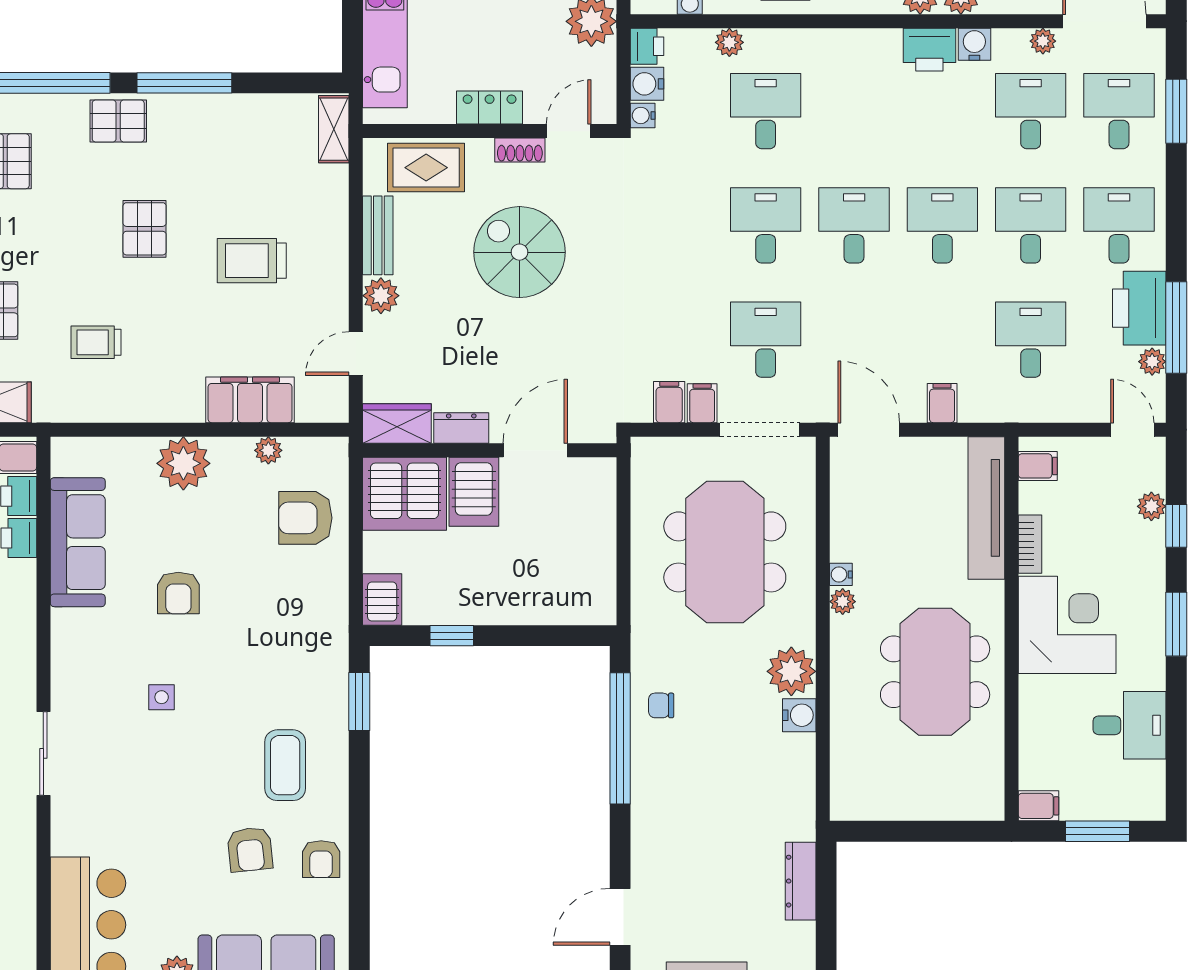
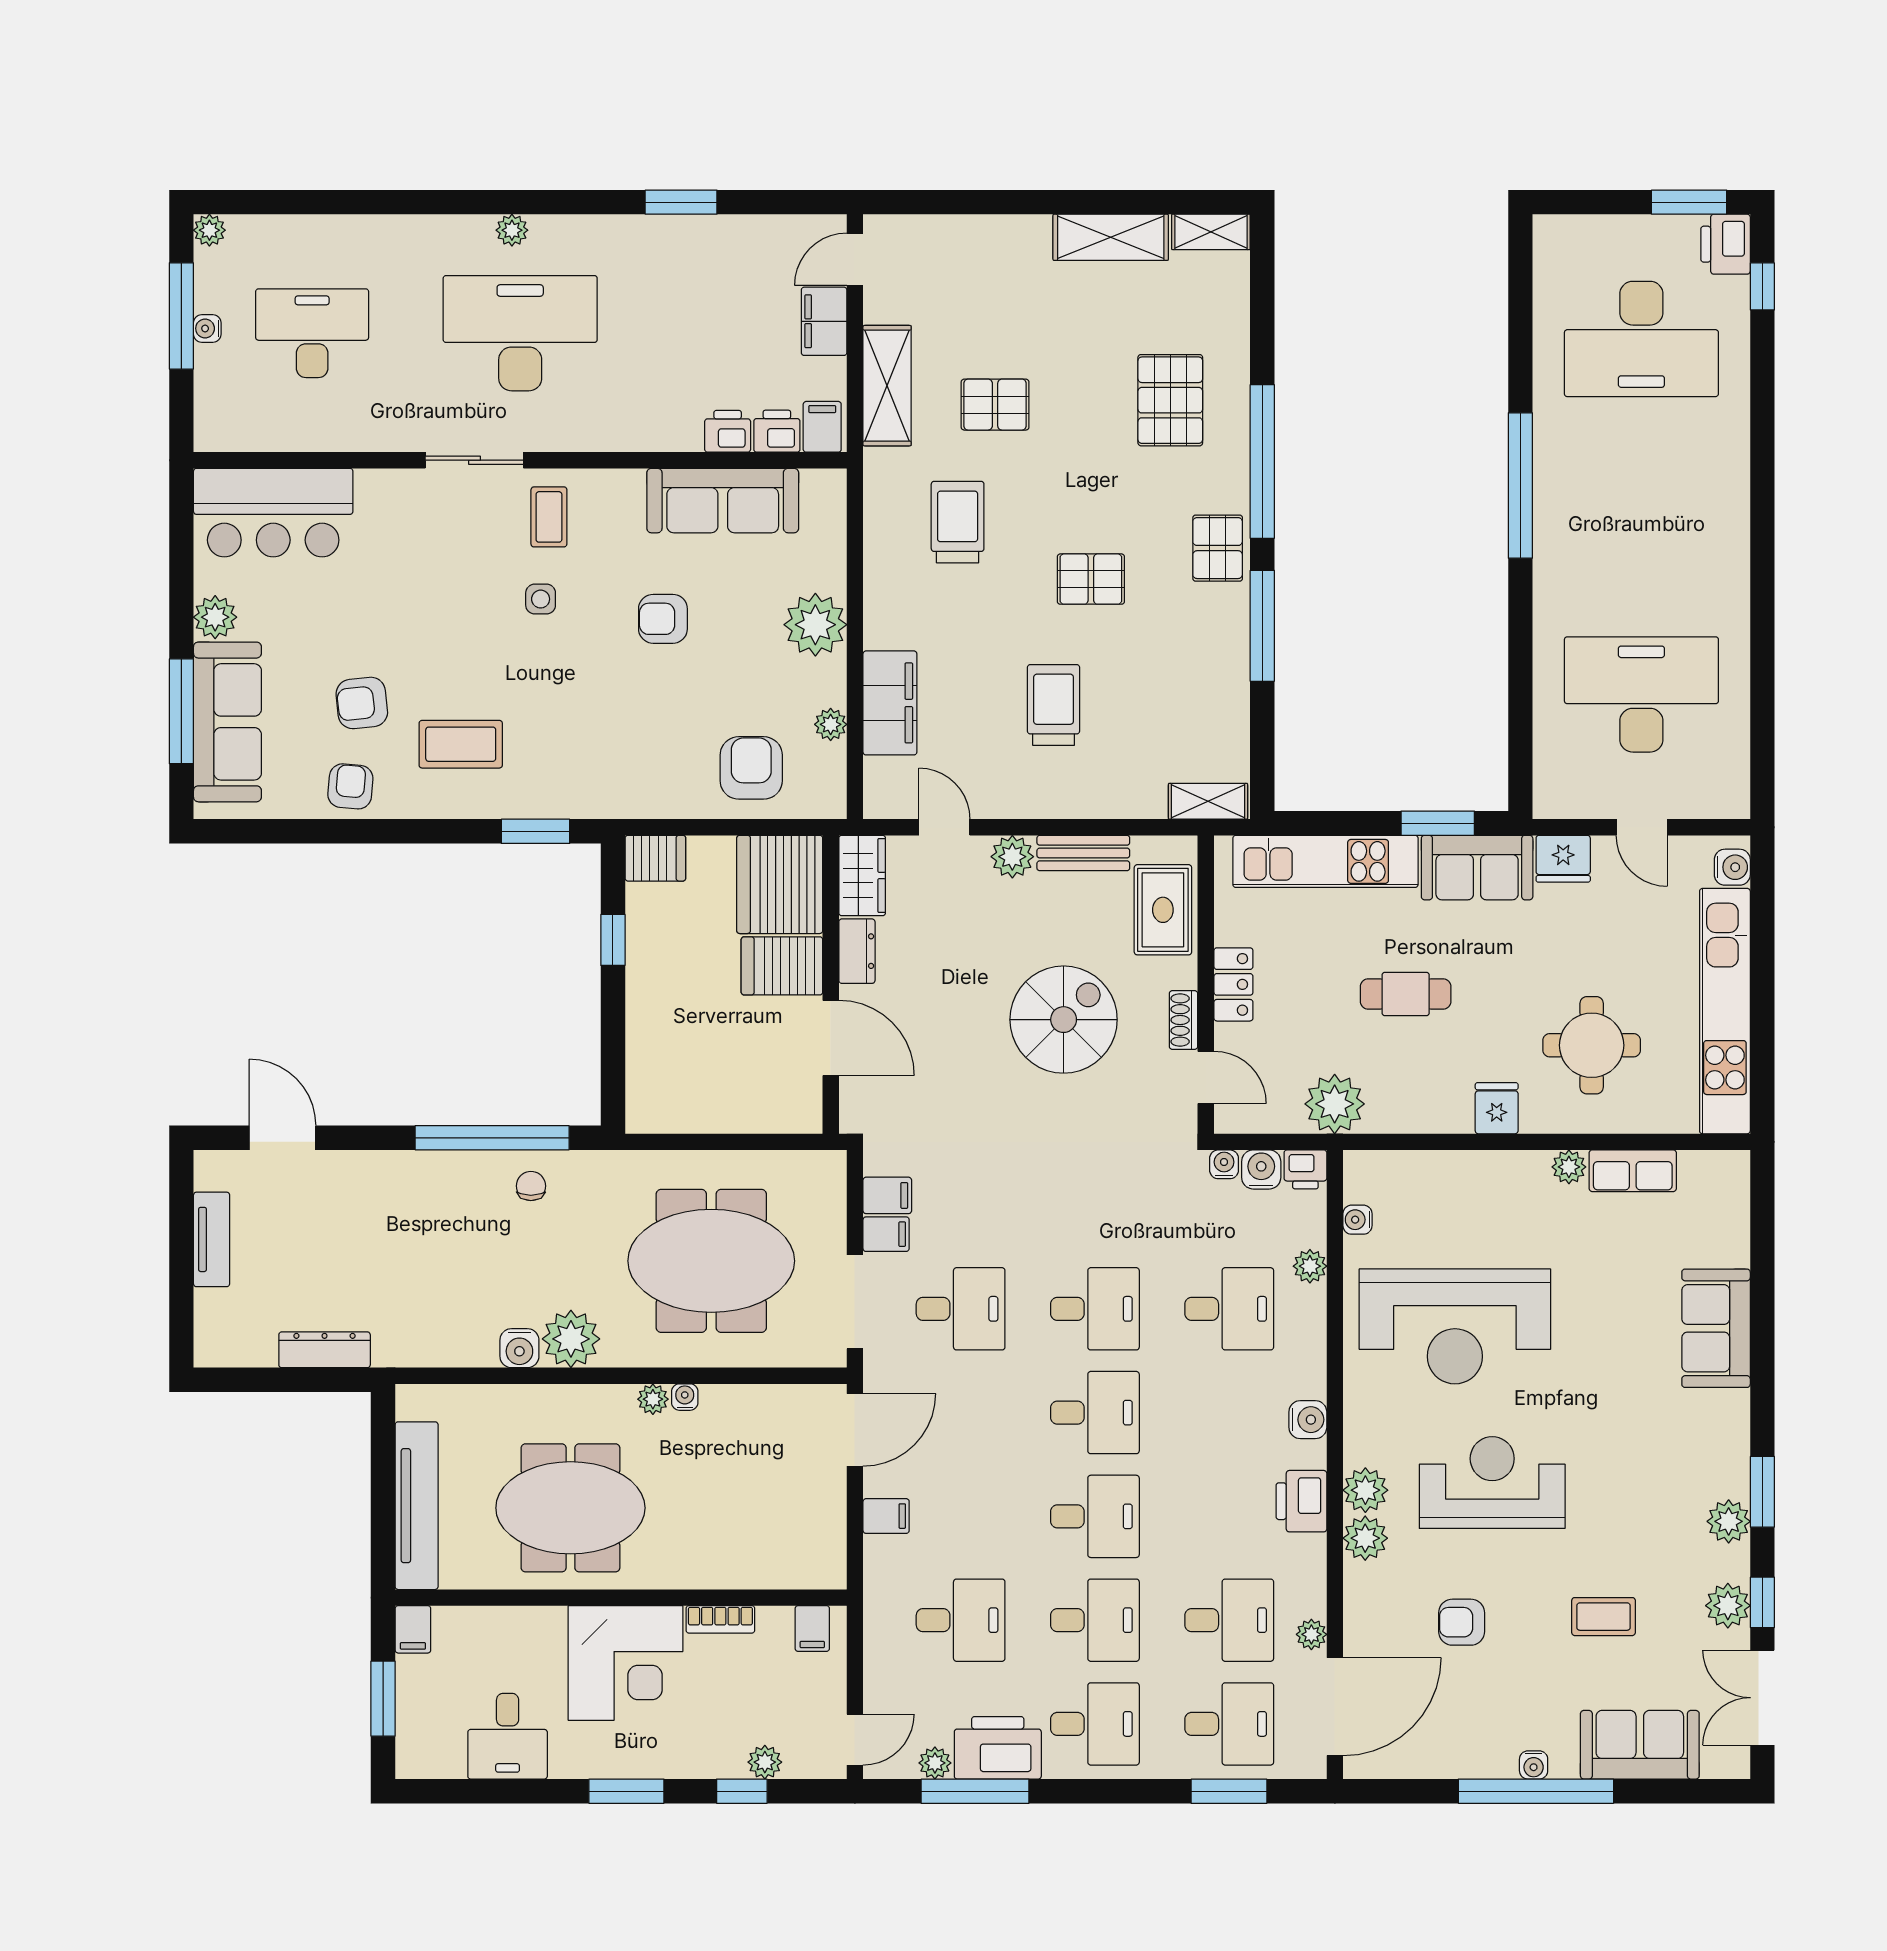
water cooler: (974, 44) -> (1308, 1420), moved
trolley: (96, 342) -> (958, 522), width x1.36, depth x1.39
tv unit: (986, 508) -> (417, 1506), moved, turned 90
coffee table: (92, 690) -> (549, 517), added
armchair: (321, 859) -> (350, 786), turned 95

